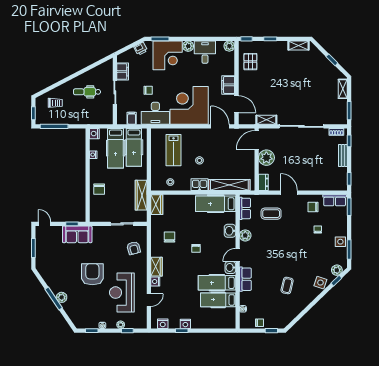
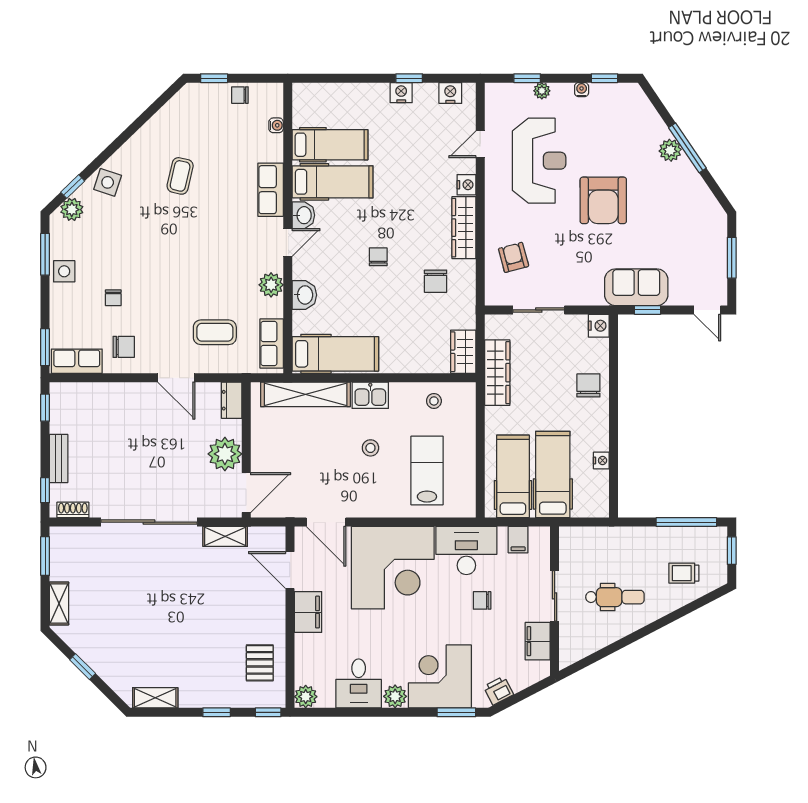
nightstand: (94, 134) -> (599, 326), moved
wardrobe: (157, 267) -> (464, 228), width x1.50

